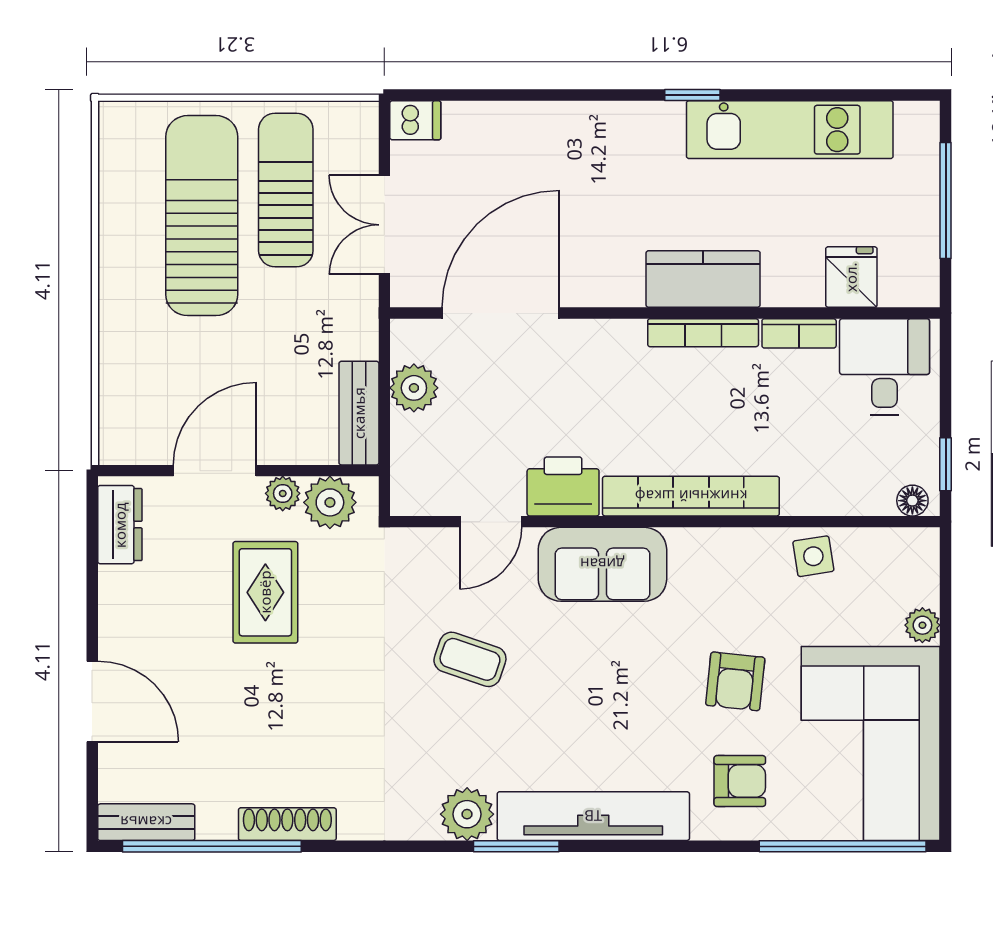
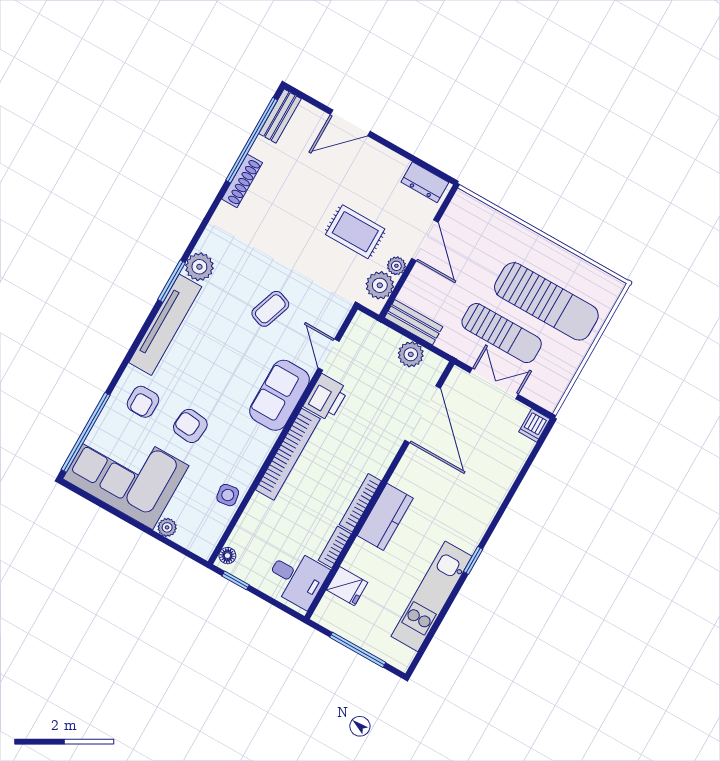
sun lounger: (286, 190) -> (502, 333), moved

